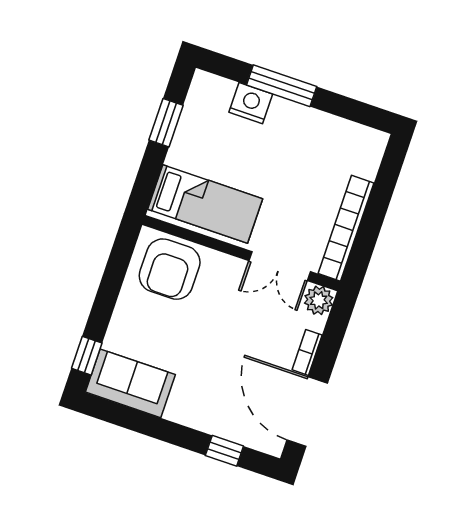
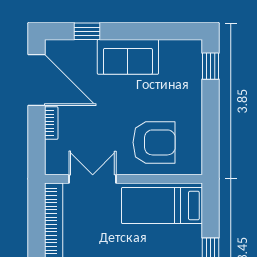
armchair: (170, 269) -> (154, 142), moved, turned 90
plant: (319, 300) -> (56, 164), removed
sofa: (130, 383) -> (128, 57), moved

